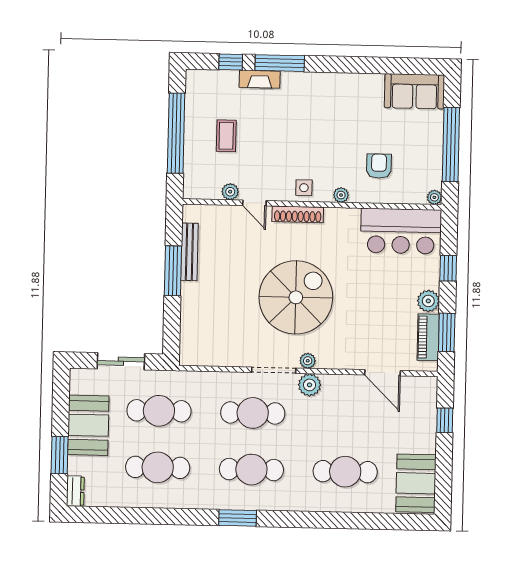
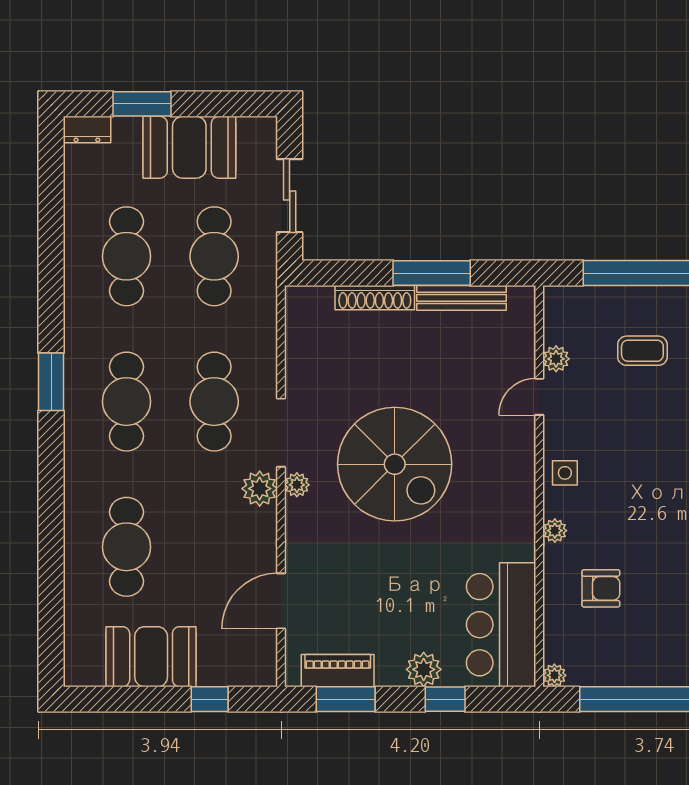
shoe rack: (298, 214) -> (375, 298), moved, turned -90
plant: (428, 301) -> (424, 669), moved
booth: (416, 483) -> (151, 657), moved

